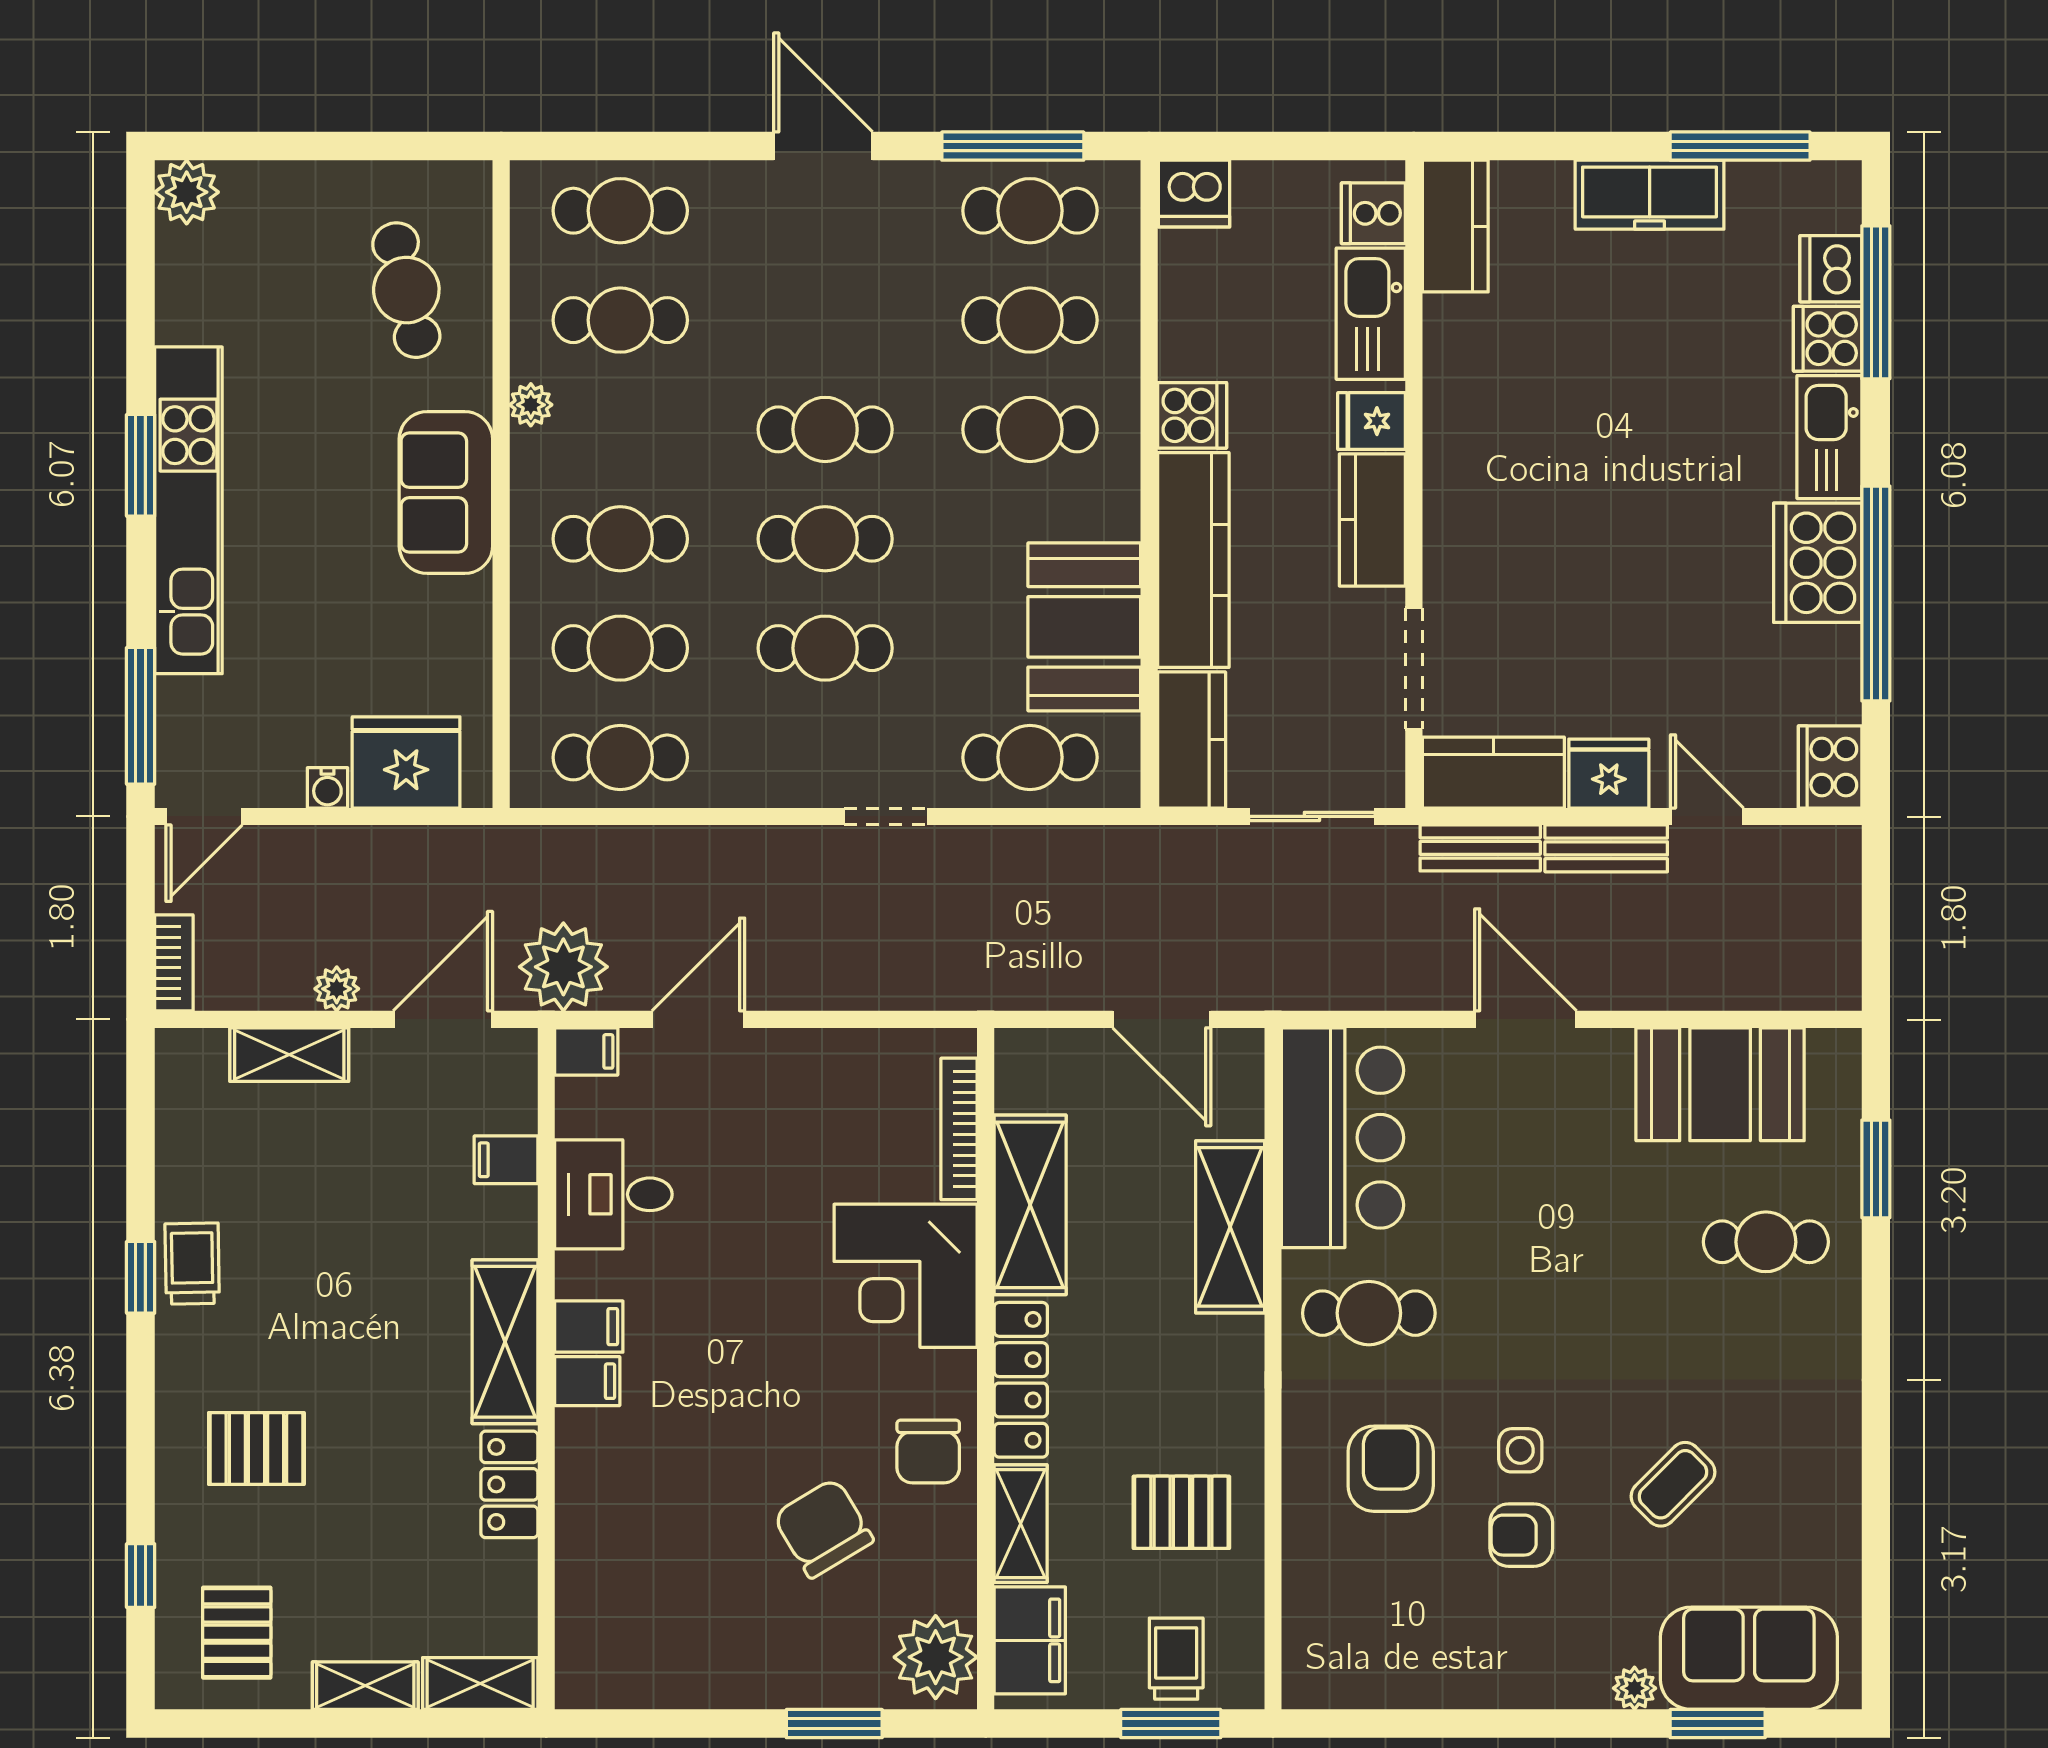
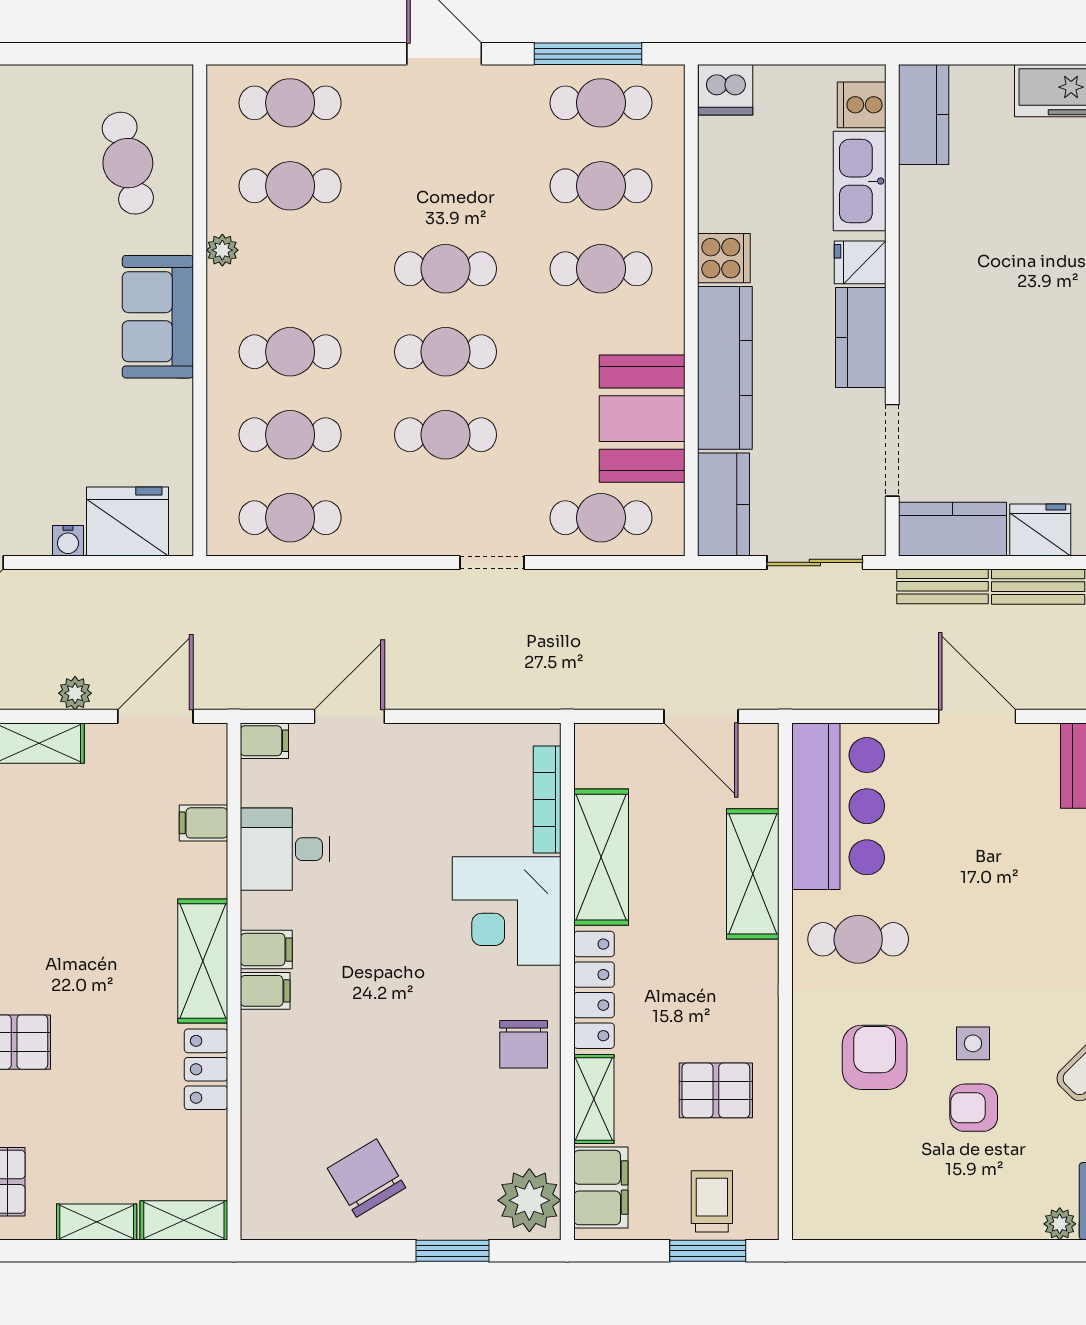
plant: (563, 967) -> (247, 677), removed
chair: (823, 1528) -> (366, 1178), moved

